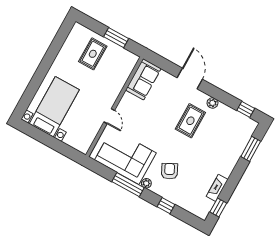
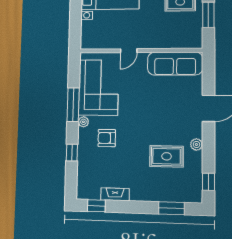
sofa: (143, 79) -> (175, 63), width x1.36
rug: (190, 121) -> (167, 156), moved
armchair: (170, 171) -> (107, 138), turned -153

